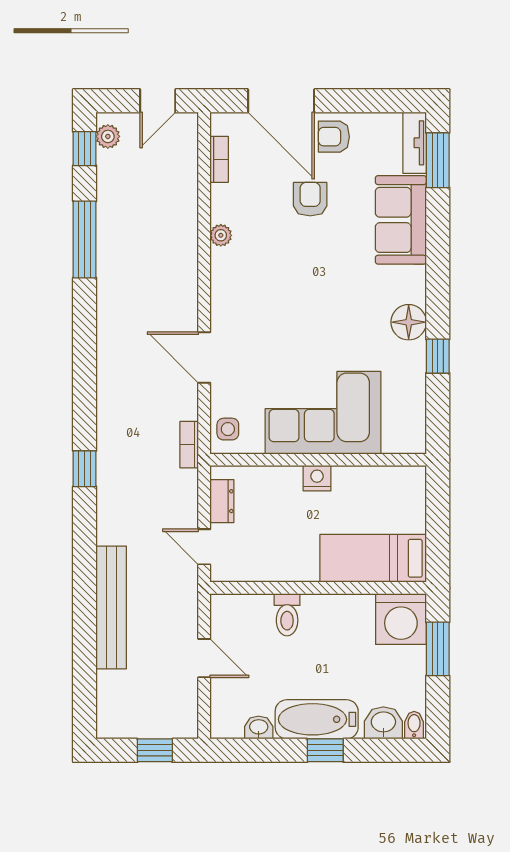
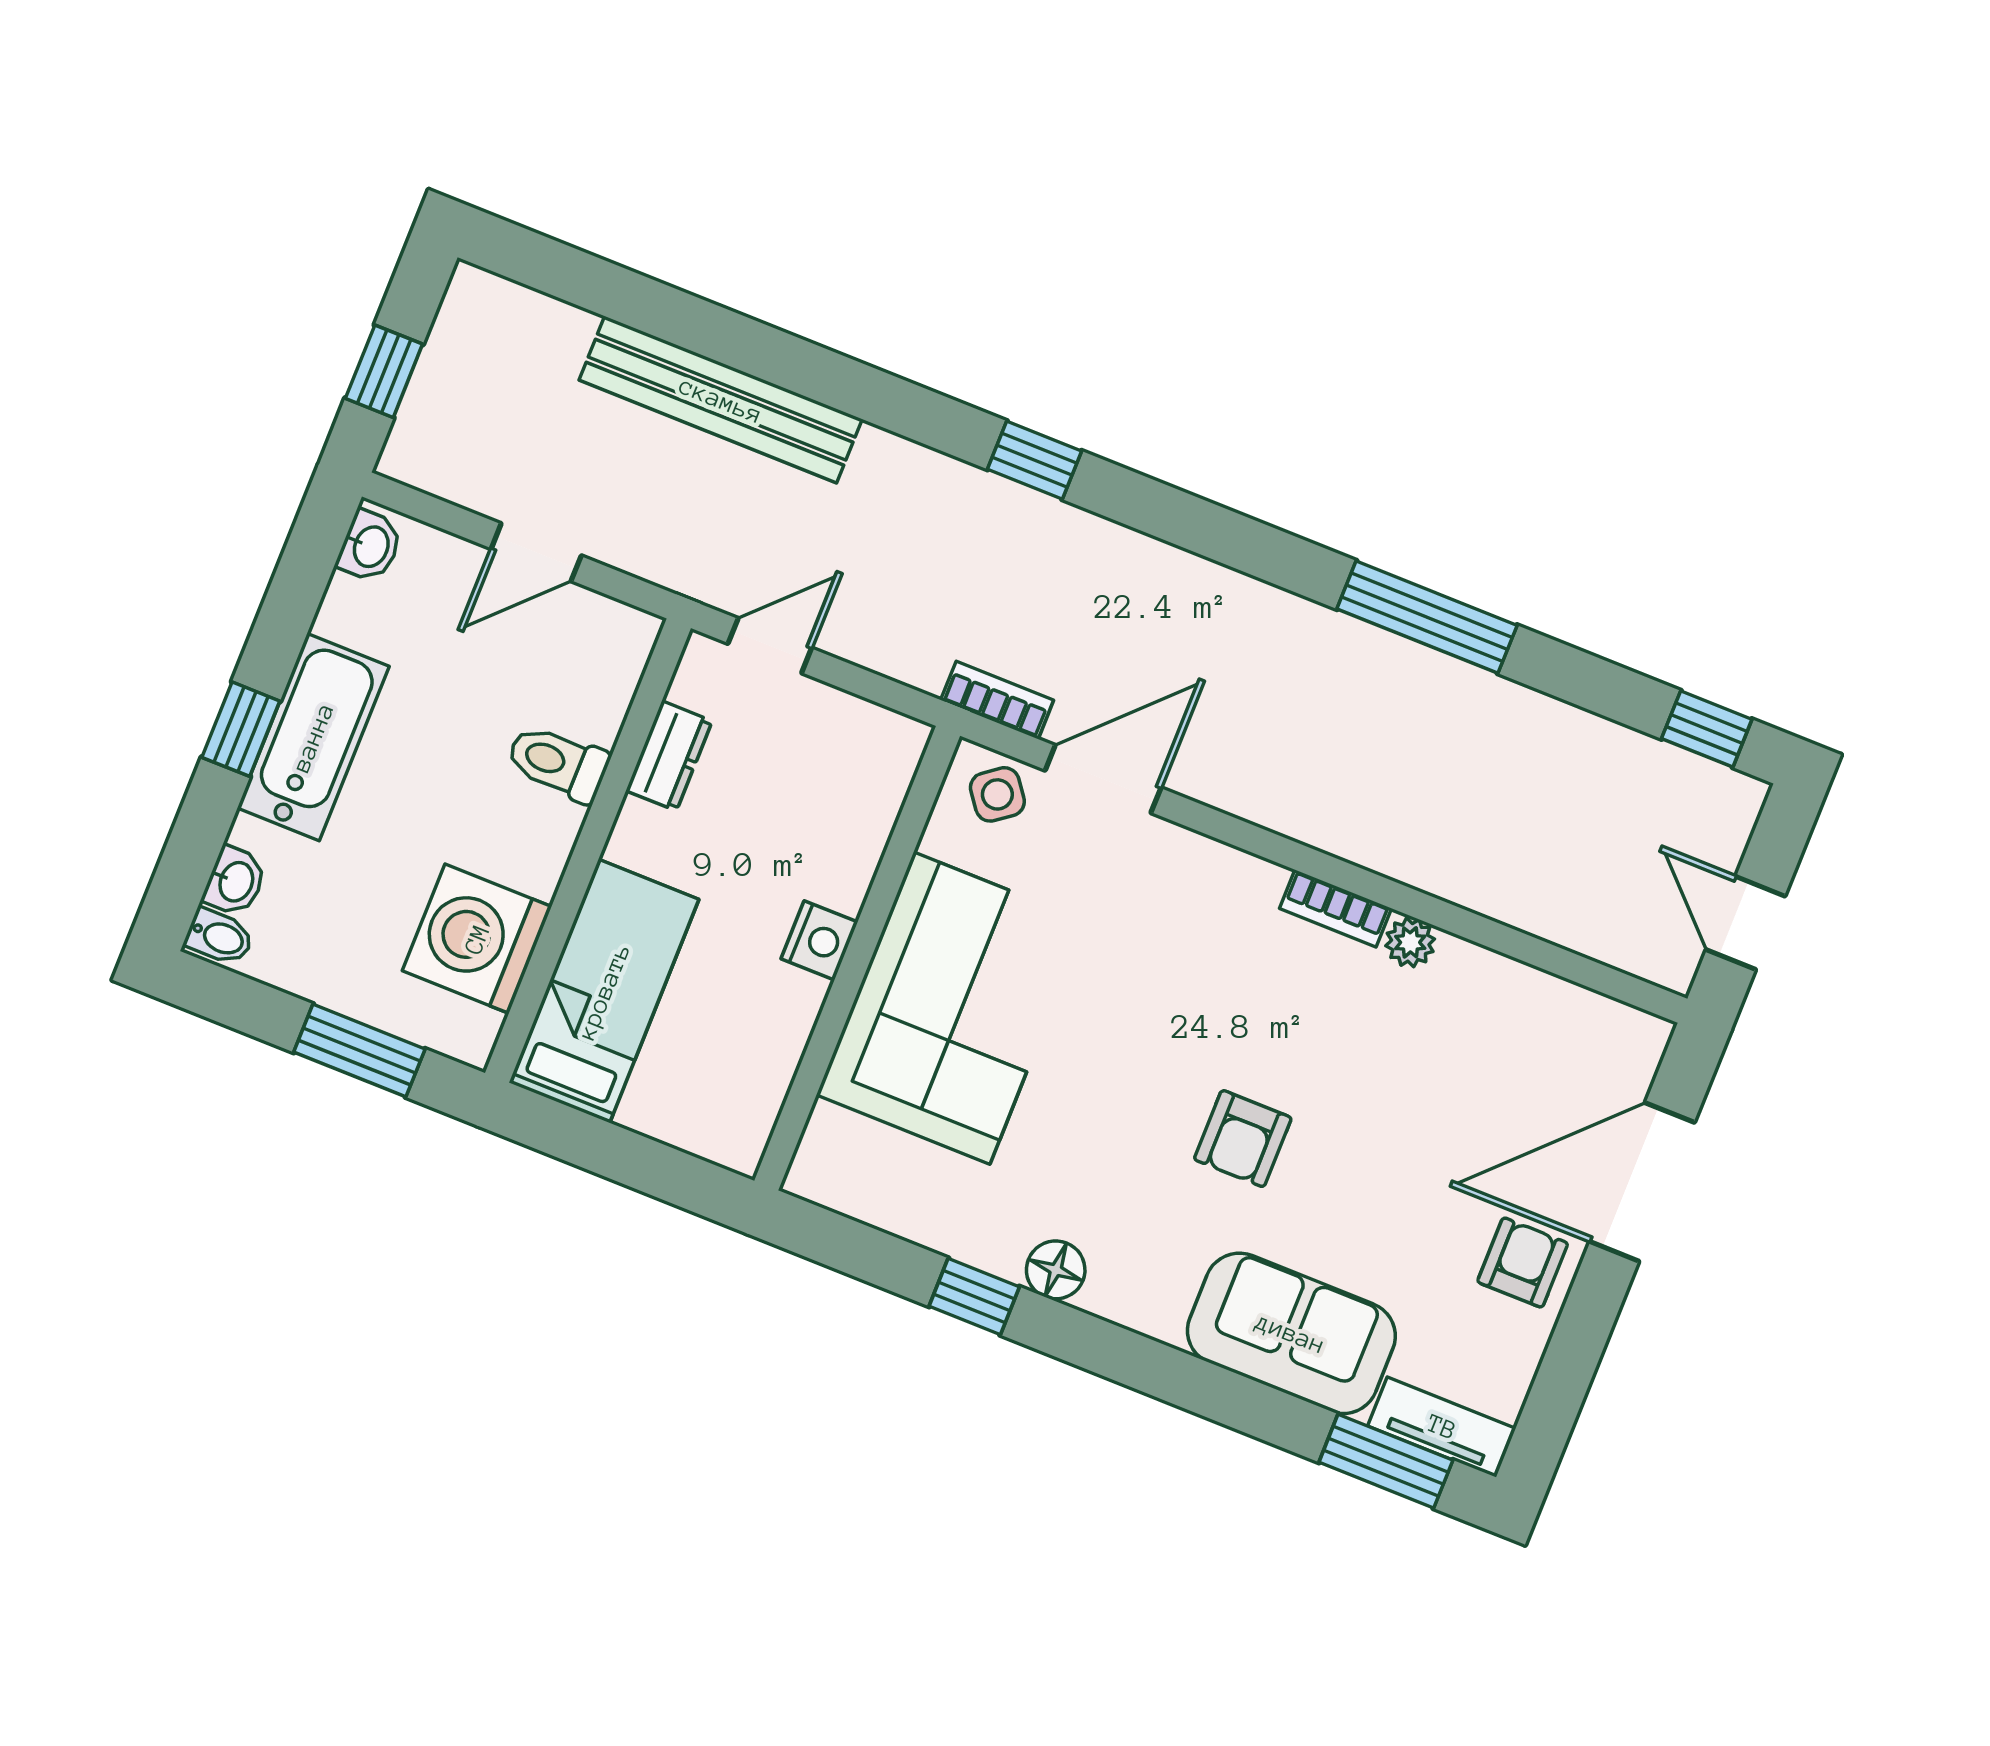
plant: (108, 136) -> (1713, 788), removed
bookcase: (219, 159) -> (1336, 908), moved
armchair: (310, 199) -> (1243, 1139), moved, turned 90
window: (85, 240) -> (1427, 617), moved
floor lamp: (409, 322) -> (1056, 1270), width x0.73, depth x0.73
door: (204, 358) -> (1103, 779), moved
side table: (228, 429) -> (997, 794), turned -37
dresser: (222, 501) -> (669, 756), moved, turned -90
washing machine: (401, 619) -> (477, 939), moved
washbasin: (383, 723) -> (235, 881), width x0.72, depth x0.69
washbasin: (259, 727) -> (370, 546), moved

